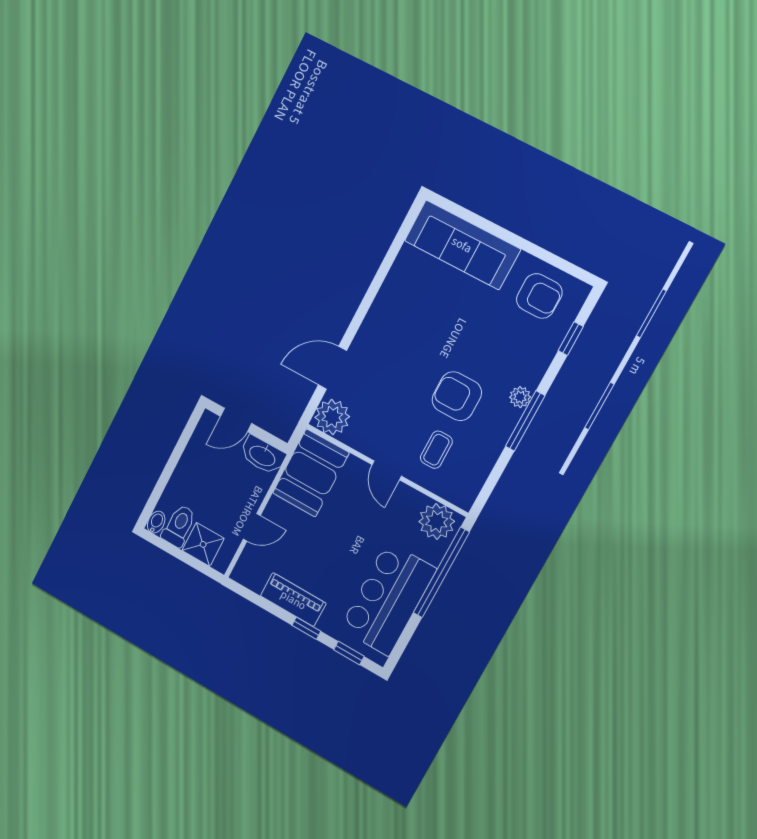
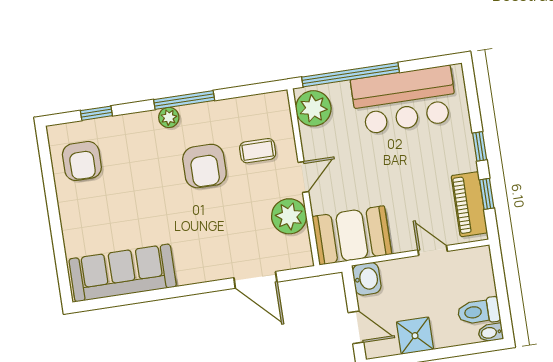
sofa: (462, 245) -> (123, 273), moved, turned -90
armchair: (539, 296) -> (82, 161), turned 180
plant: (332, 417) -> (289, 216), moved
washbasin: (263, 455) -> (367, 279), width x0.72
shower: (203, 544) -> (415, 336), moved
piano: (293, 600) -> (469, 204), moved
window: (349, 653) -> (487, 194), moved

